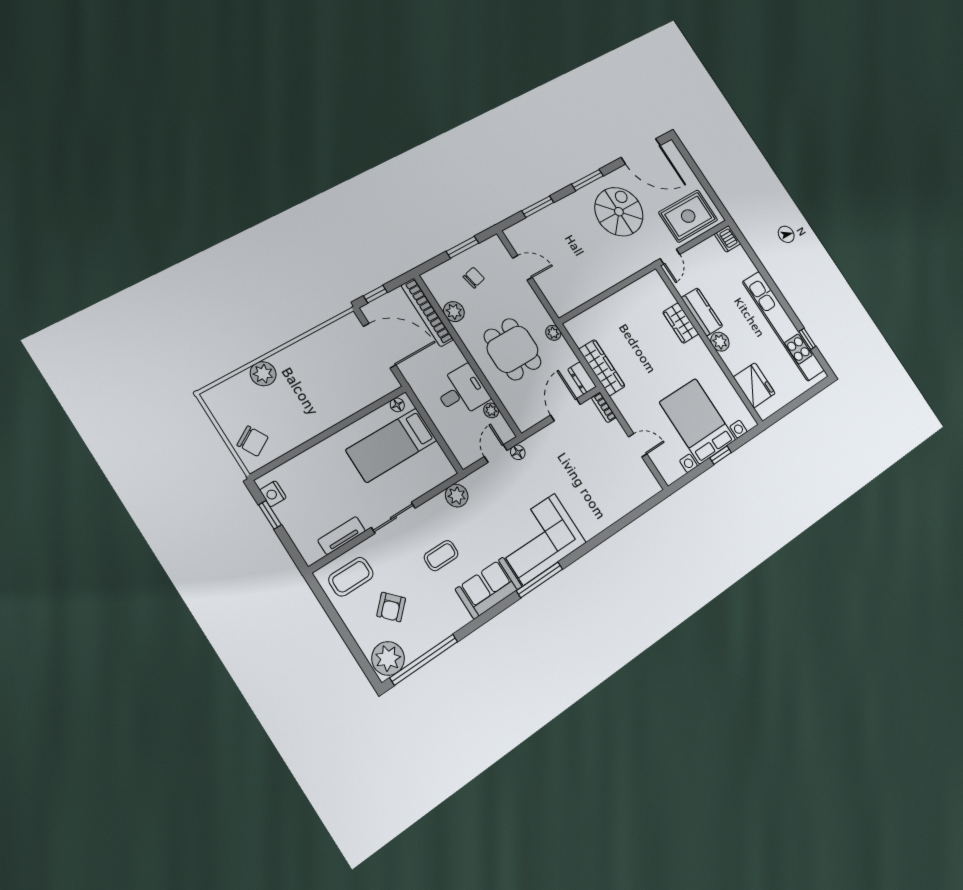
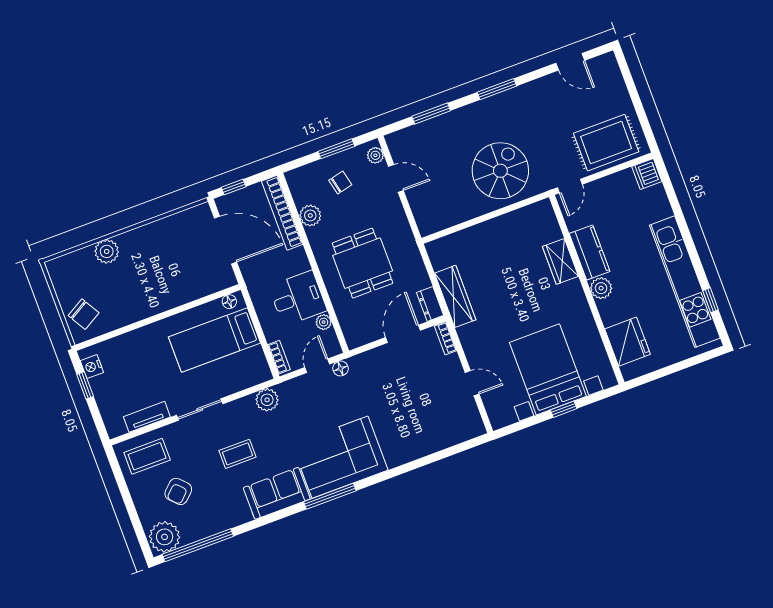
door: (641, 151) -> (570, 62), width x0.53
spiral stairs: (619, 212) -> (500, 171), moved
plant: (553, 333) -> (375, 155), moved
bookcase: (458, 451) -> (279, 357), added

